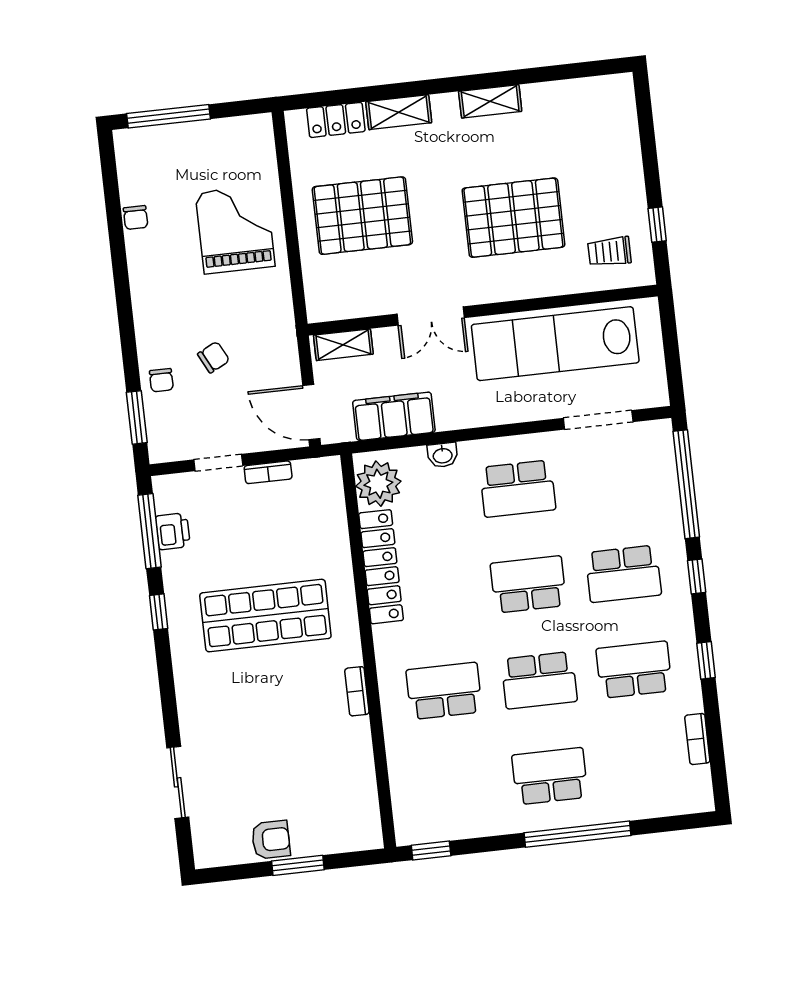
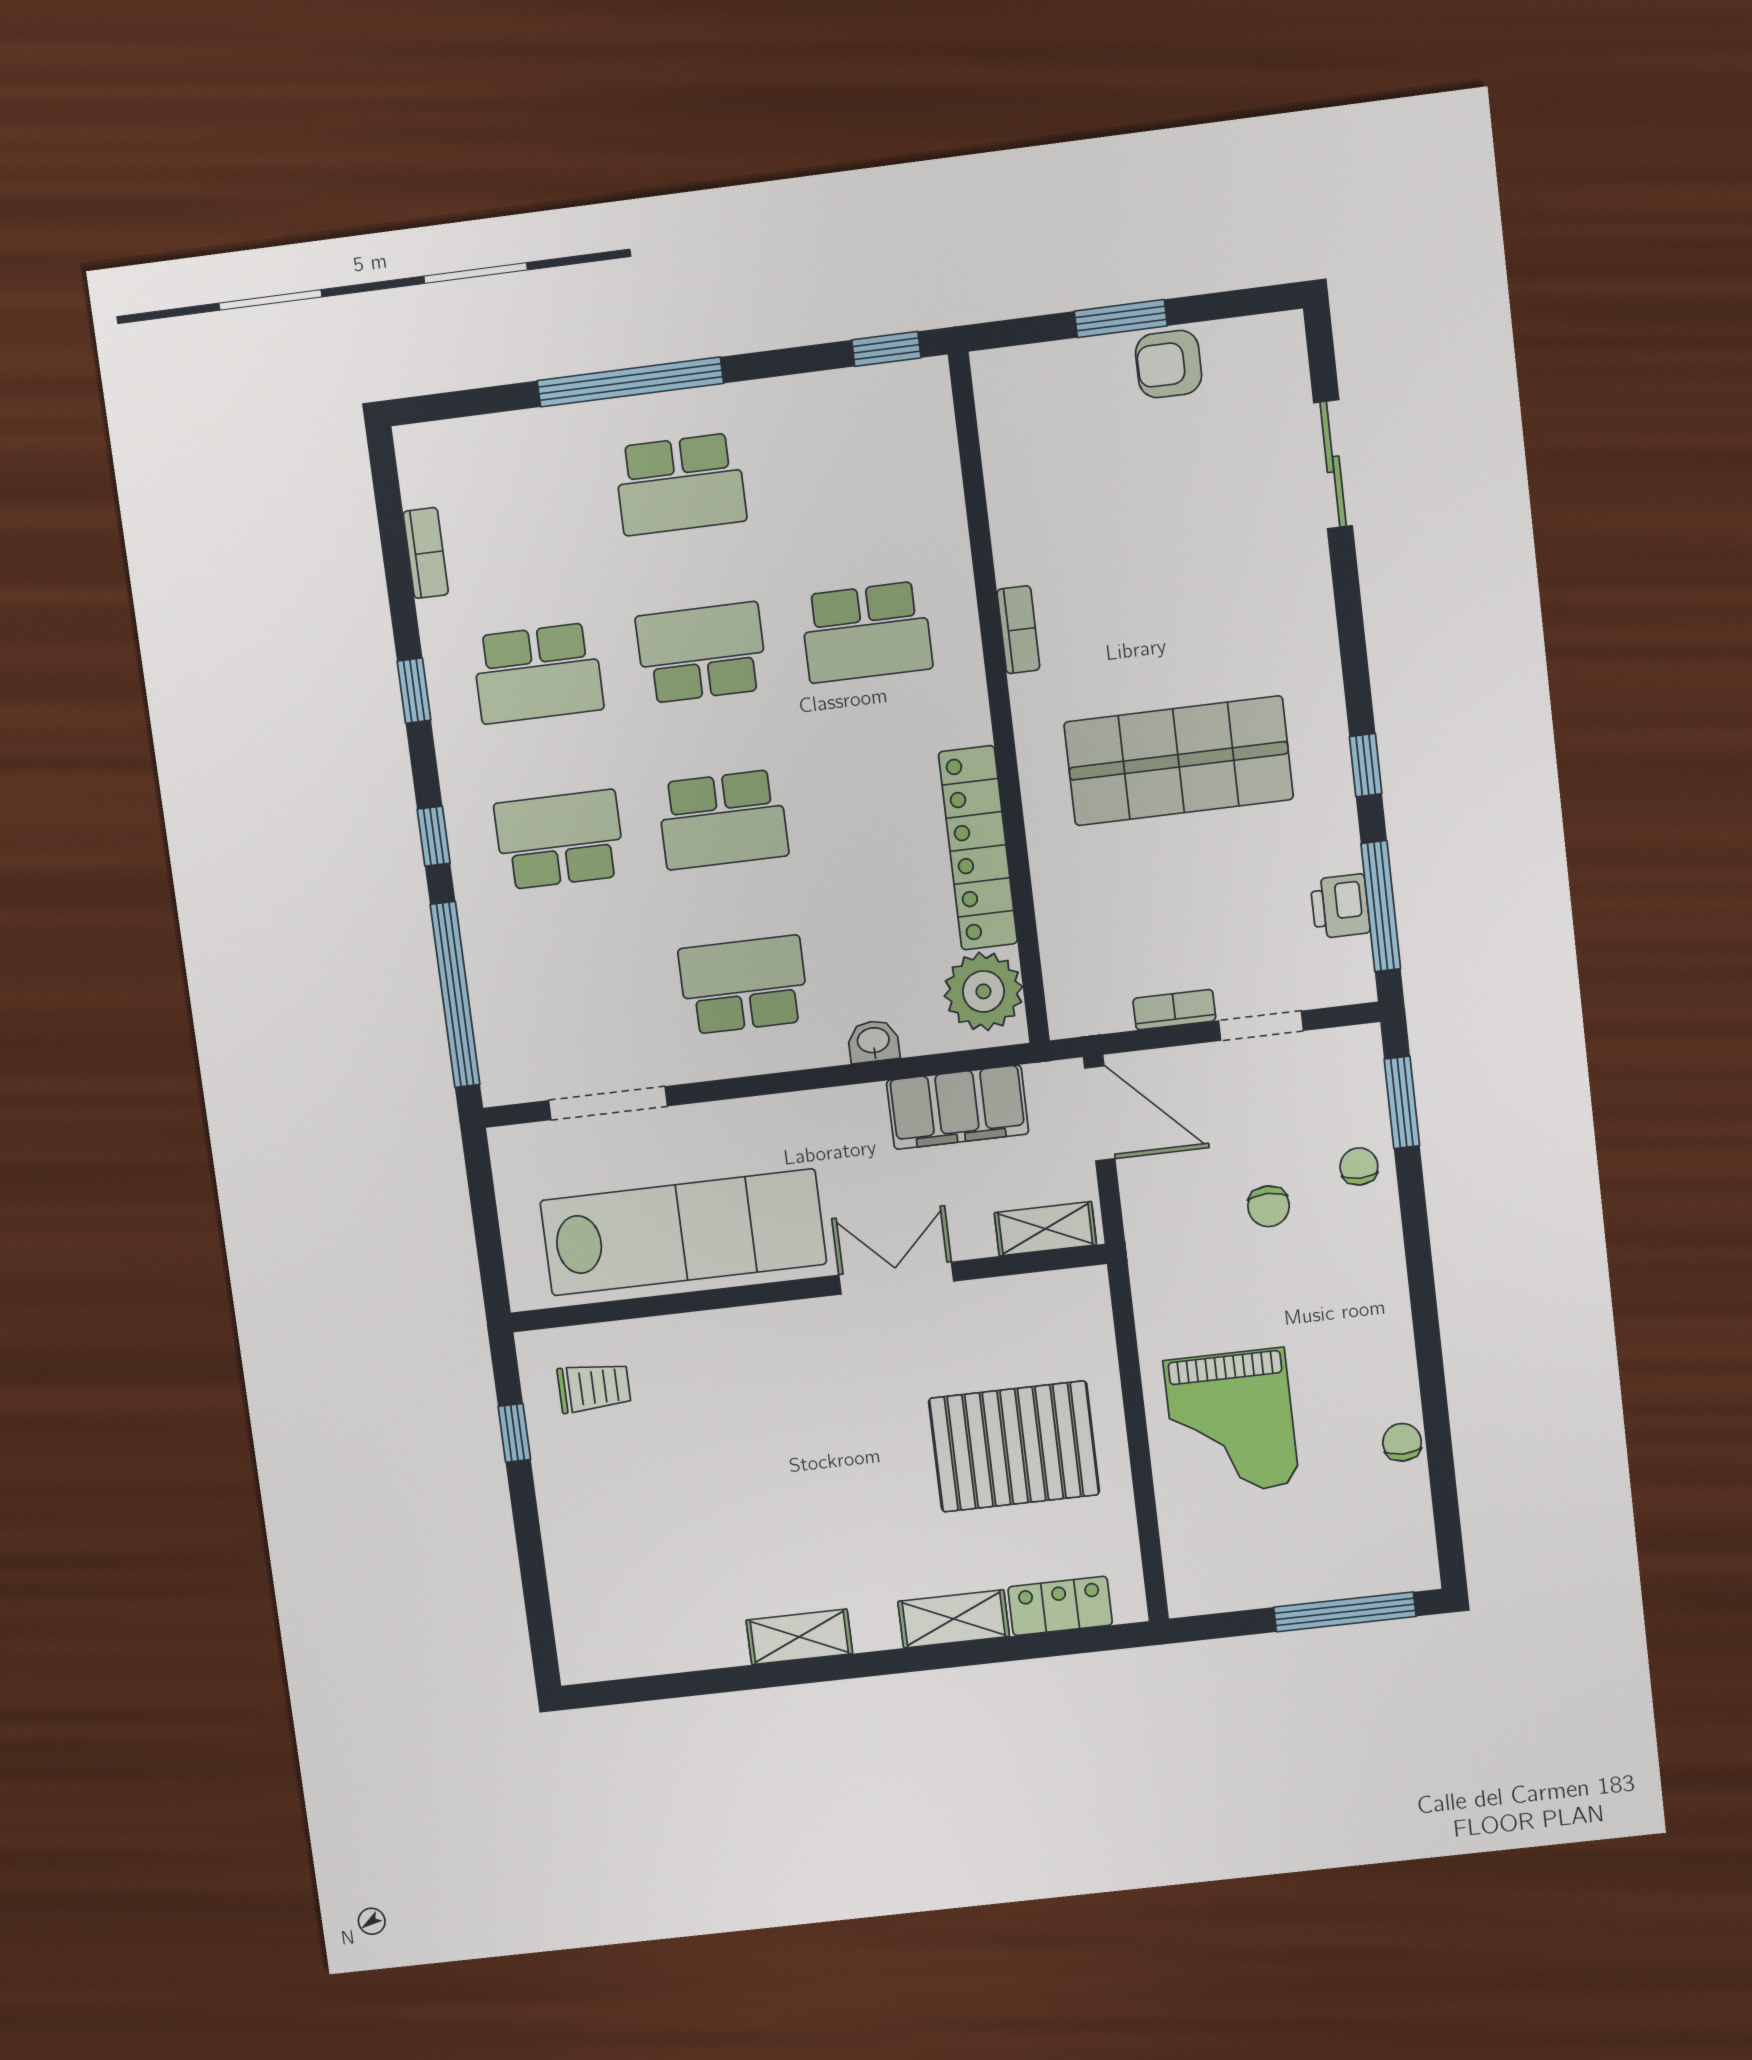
pallet: (513, 218) -> (757, 1444), removed
chair: (214, 357) -> (1269, 1206), turned -63

